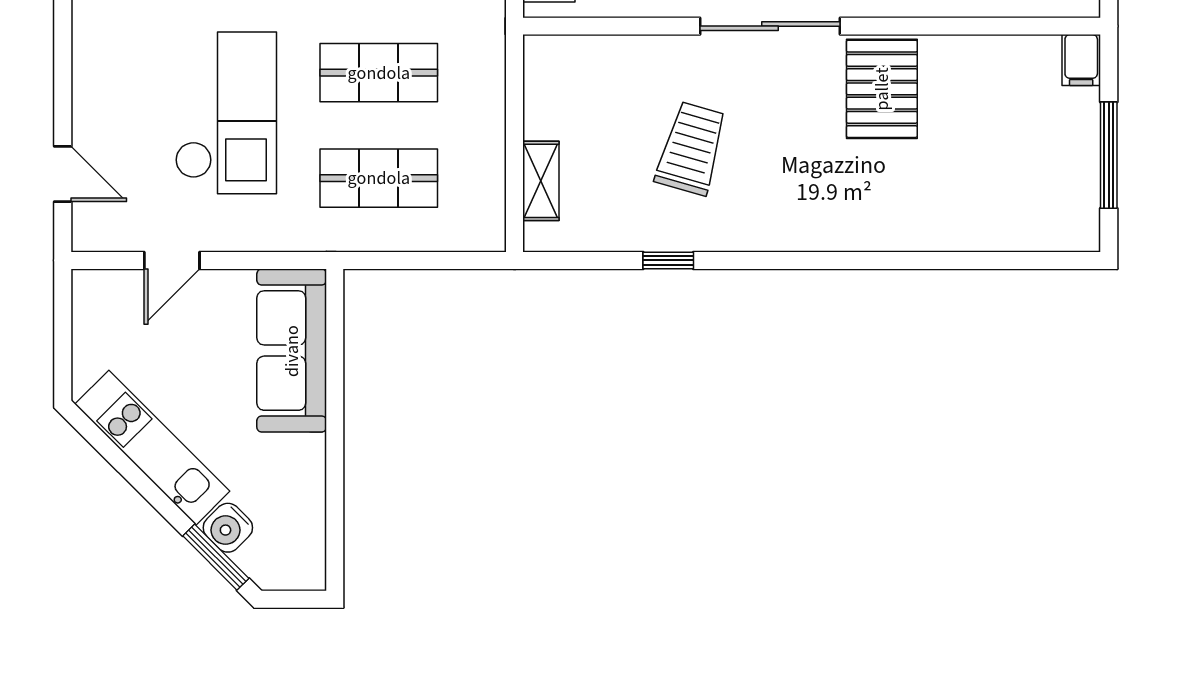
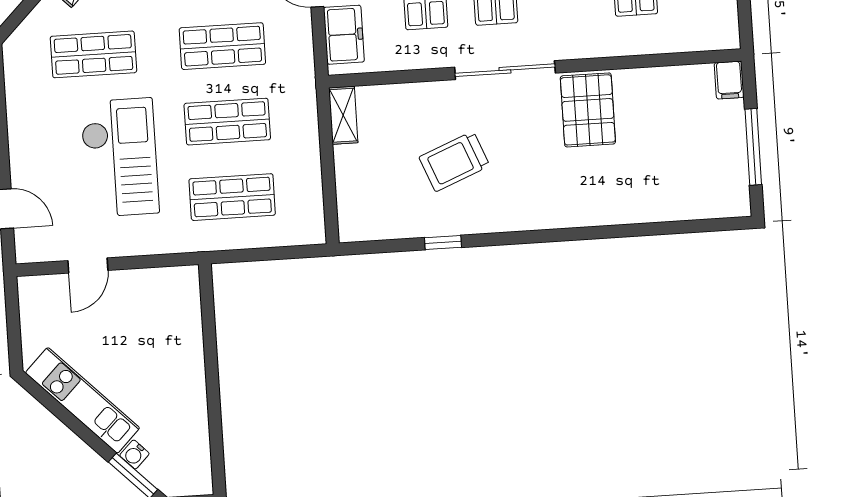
trolley: (691, 149) -> (454, 161), turned -128
shelving: (541, 181) -> (343, 115), moved
sofa: (292, 351) -> (178, 324), removed
water cooler: (228, 528) -> (134, 454), width x0.72, depth x0.72

